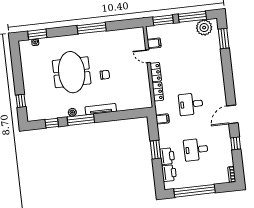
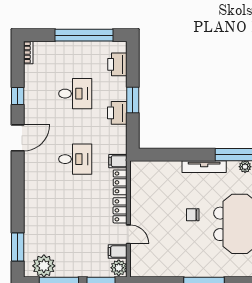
plant: (152, 32) -> (119, 268), added
filing cabinet: (162, 119) -> (118, 161), moved
printer: (167, 156) -> (117, 113), moved

